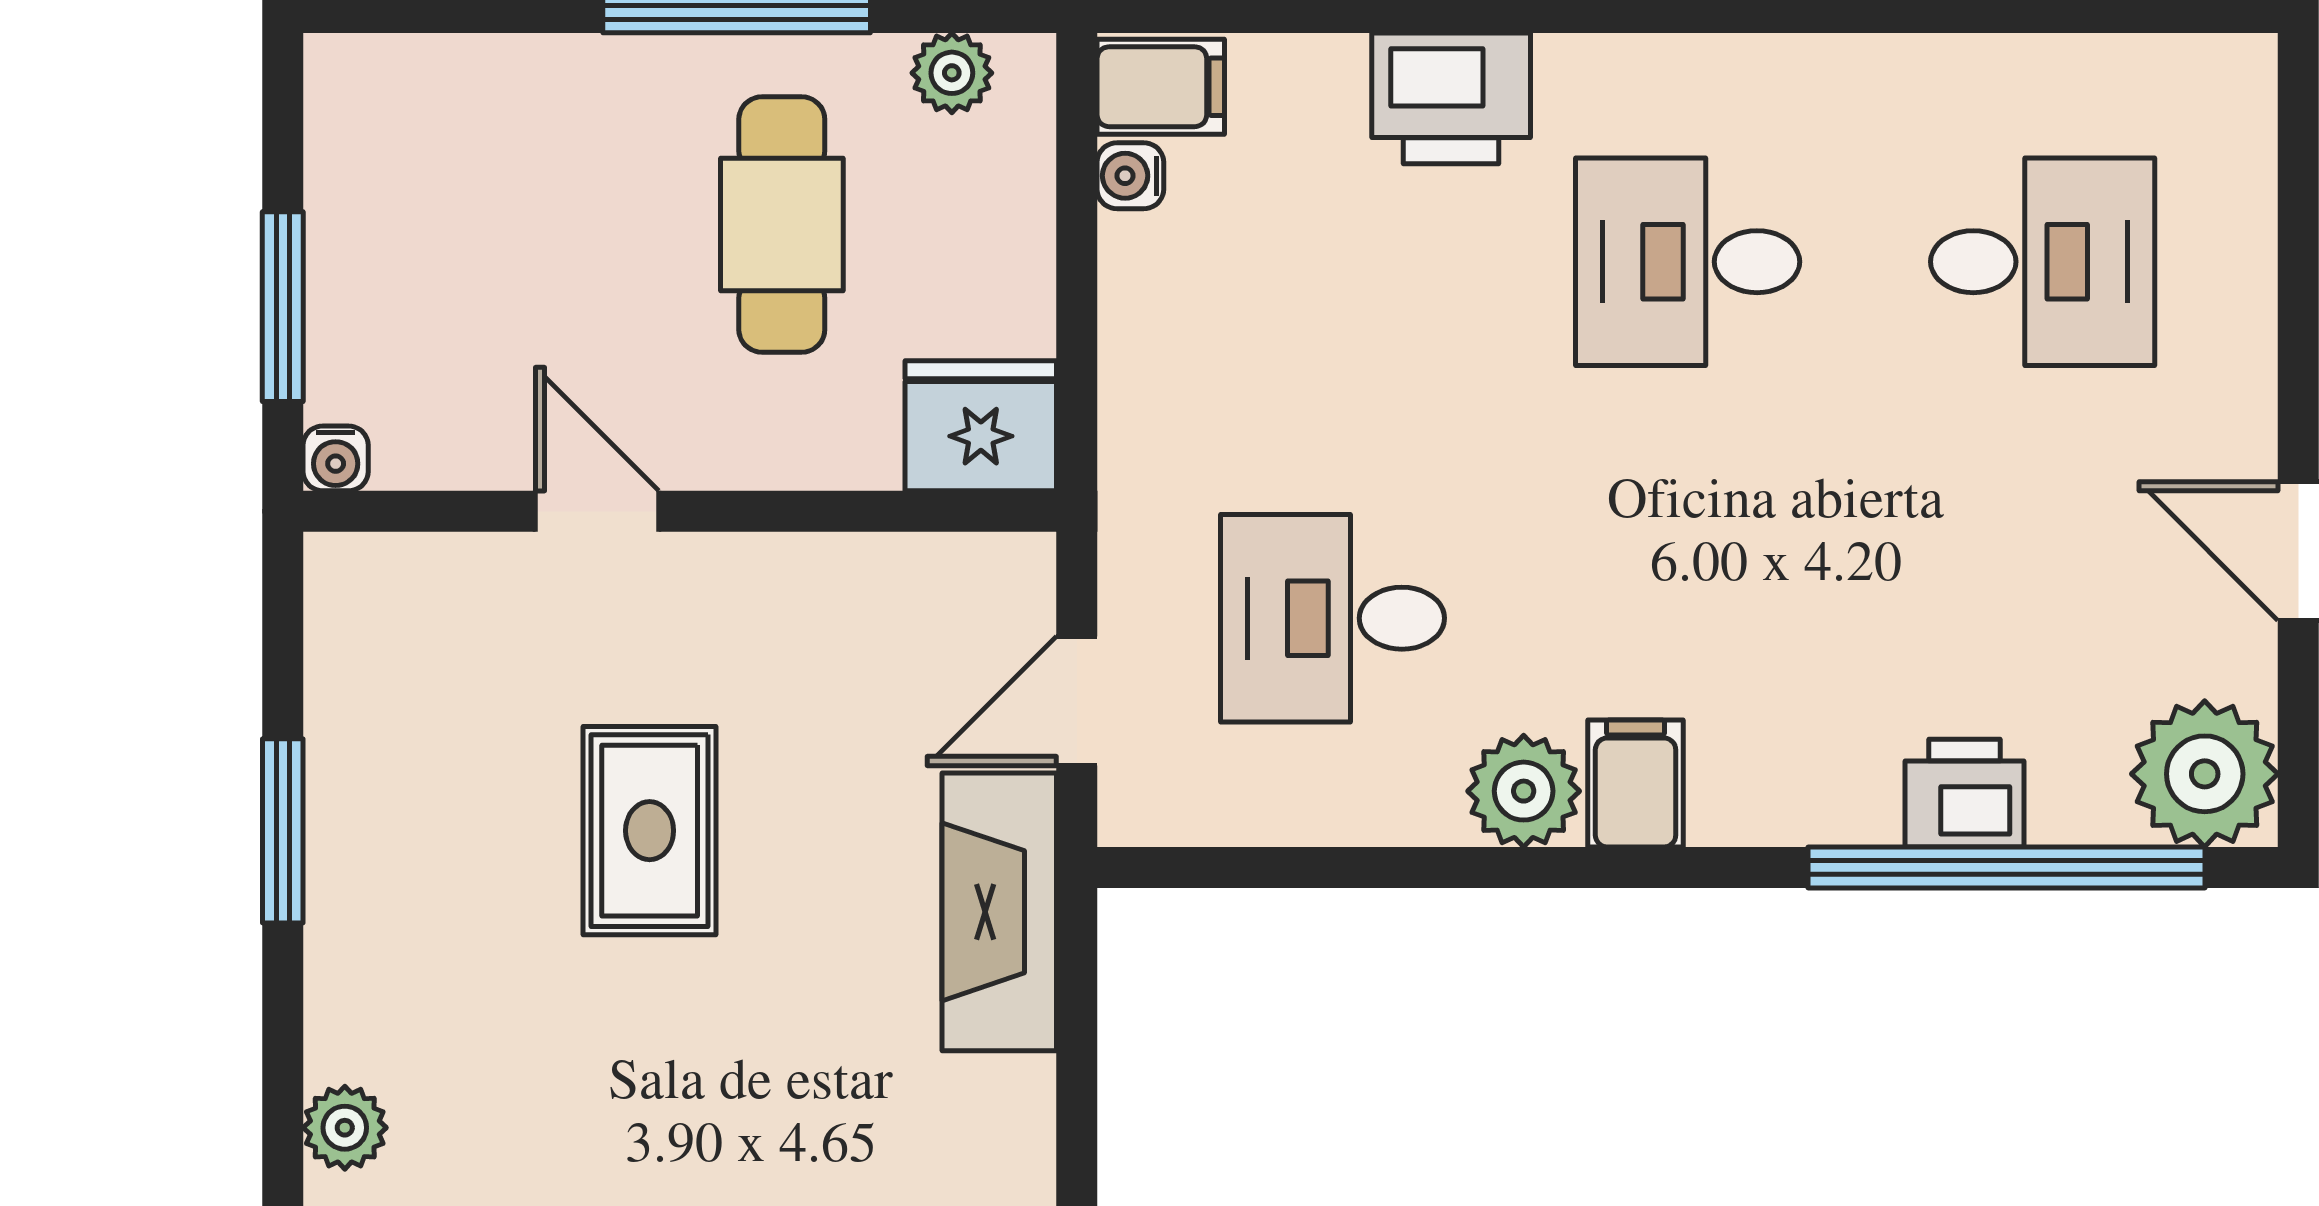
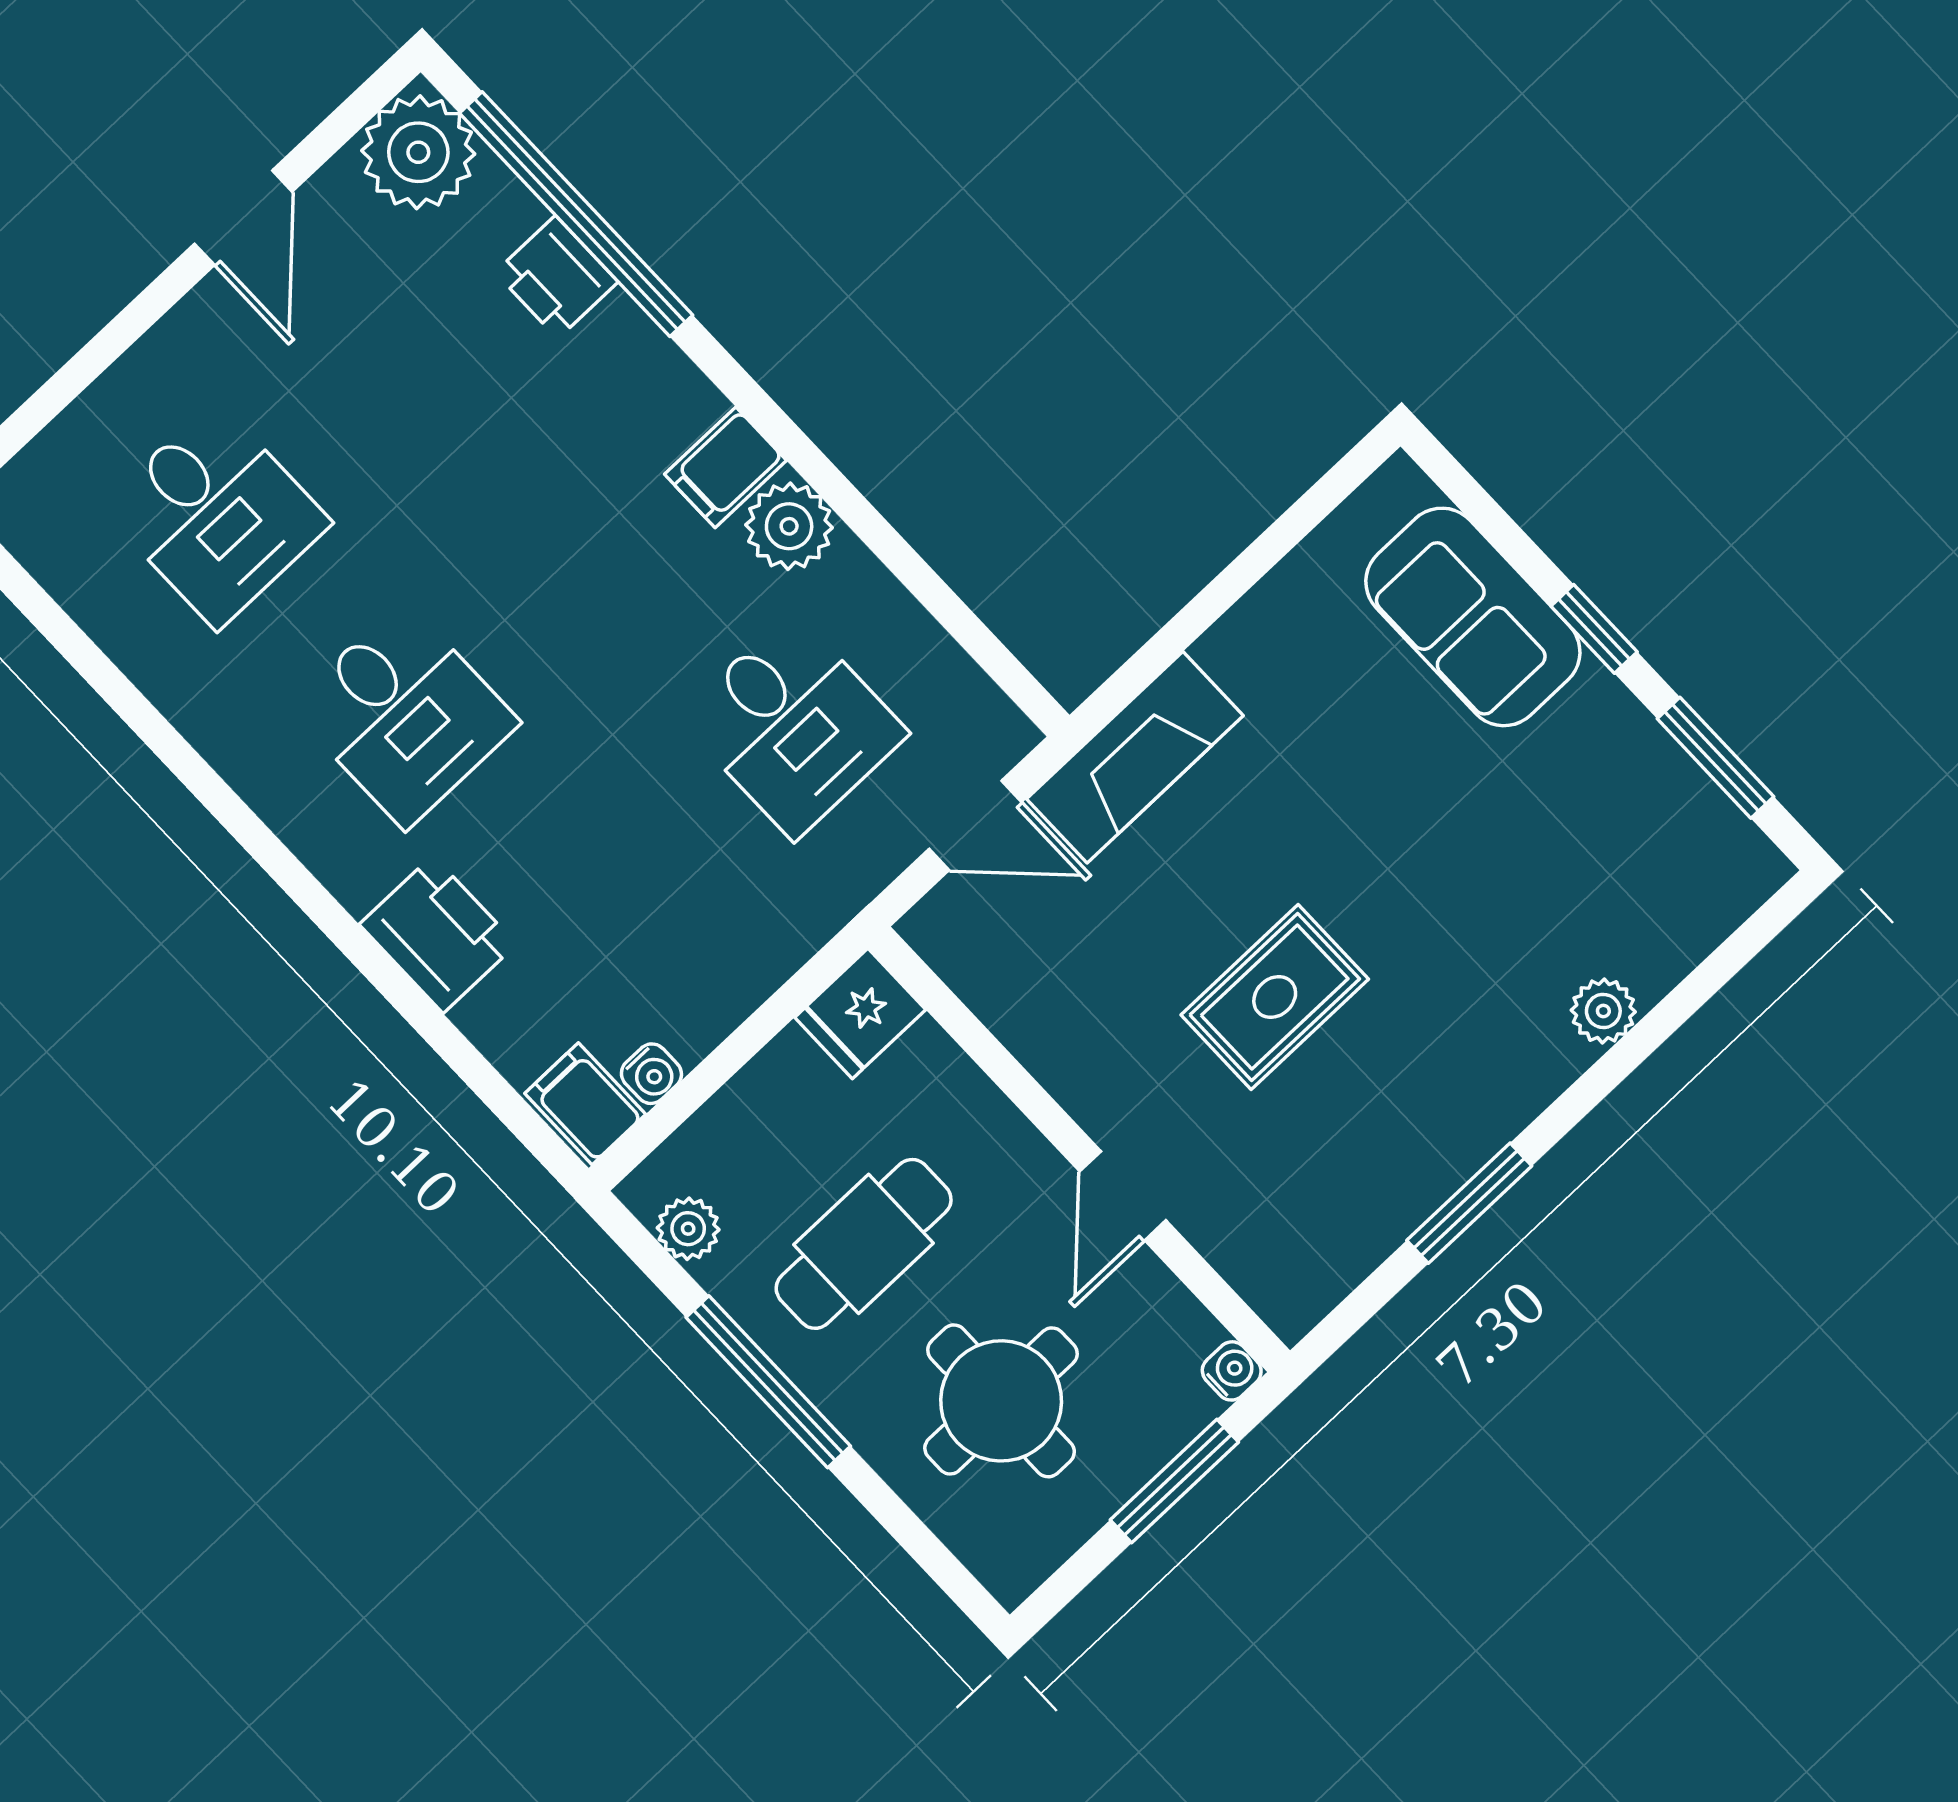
round table: (512, 215) -> (1001, 1401), added
desk: (2043, 262) -> (216, 515), turned 180
fridge: (981, 426) -> (860, 1014), width x0.72

